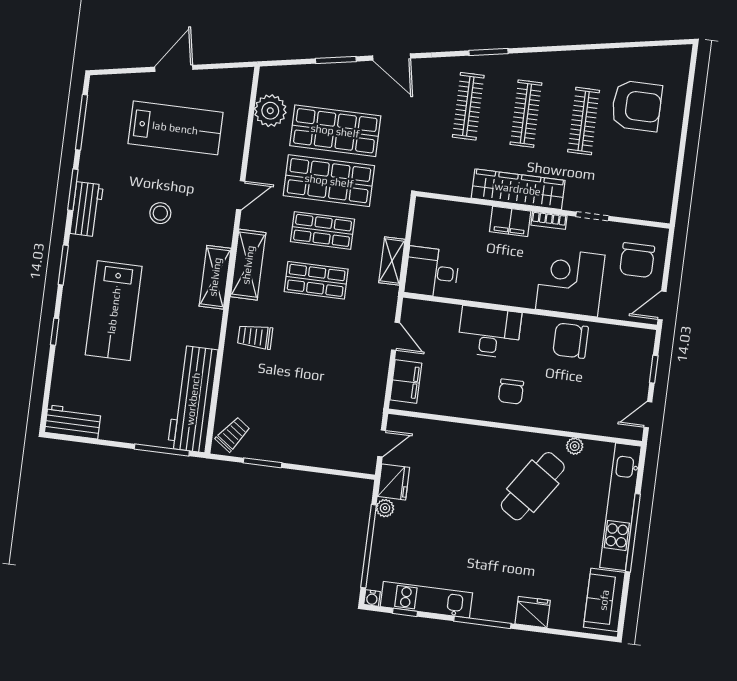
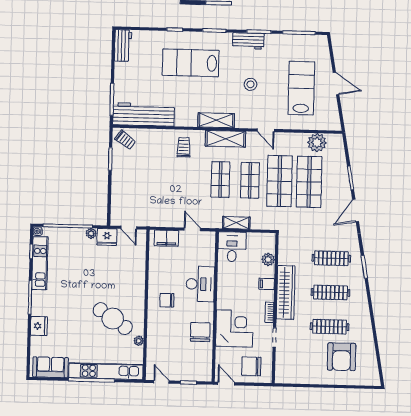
lab bench: (175, 128) -> (301, 88), turned 180
plant: (459, 213) -> (268, 259), added
filing cabinet: (510, 221) -> (267, 284), width x0.50
door: (395, 336) -> (192, 229), swing flipped

